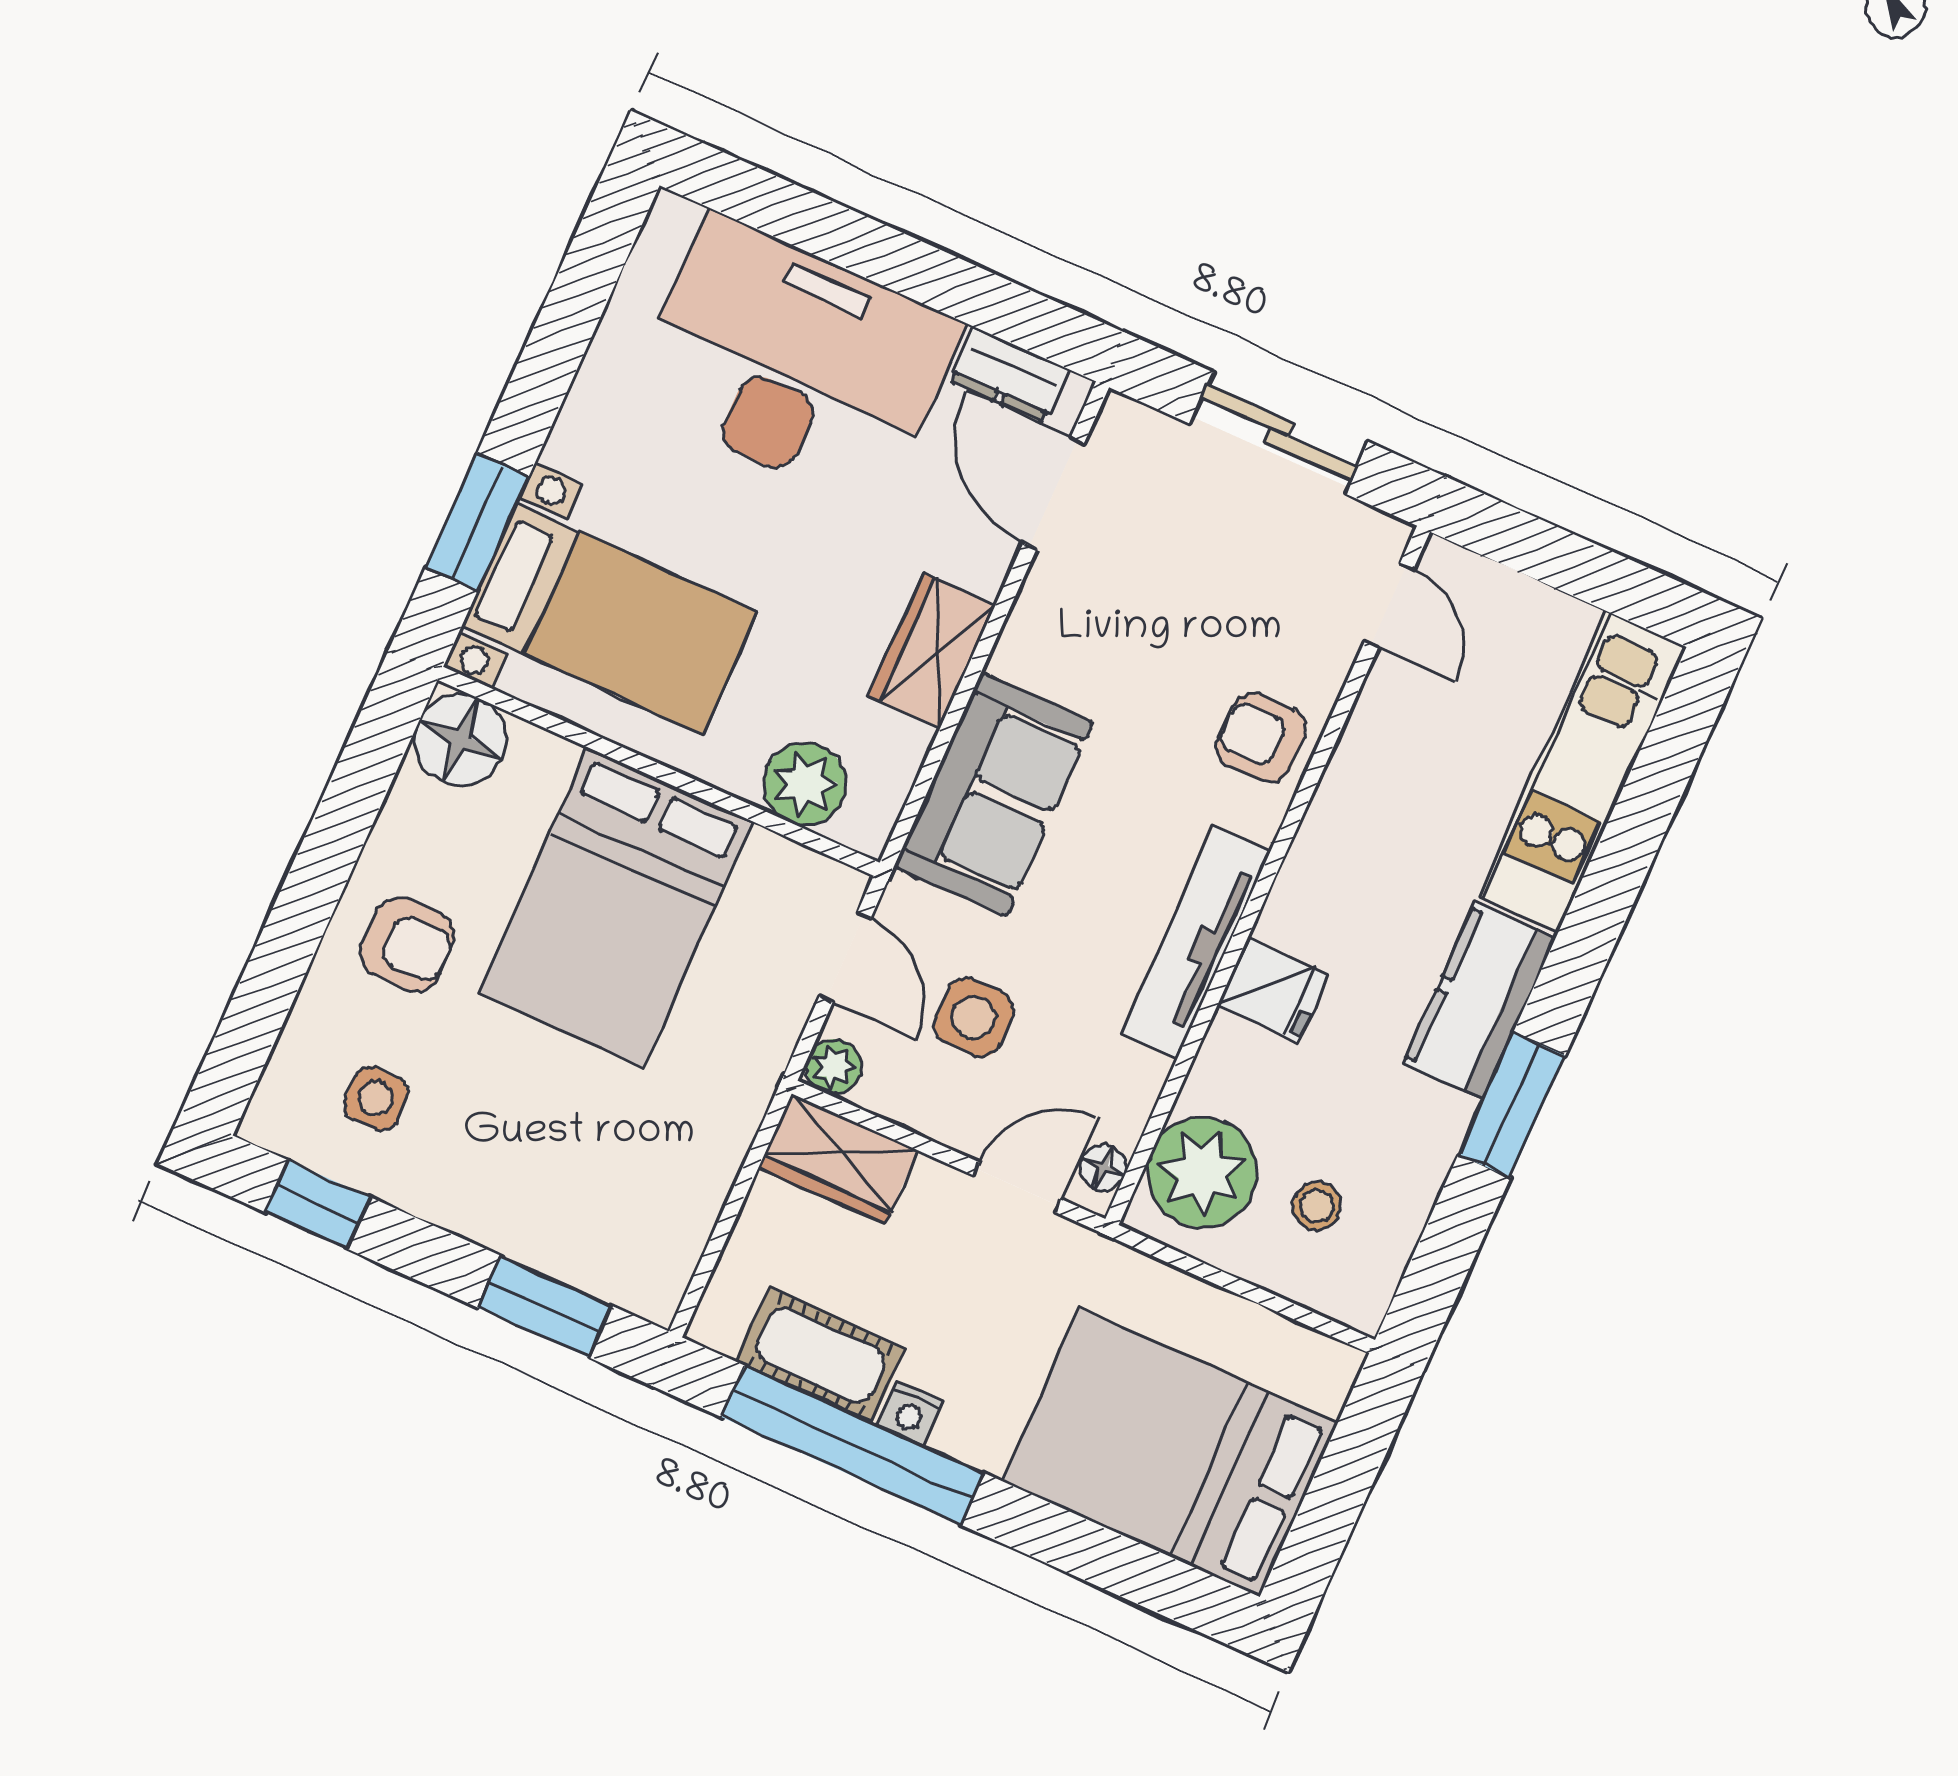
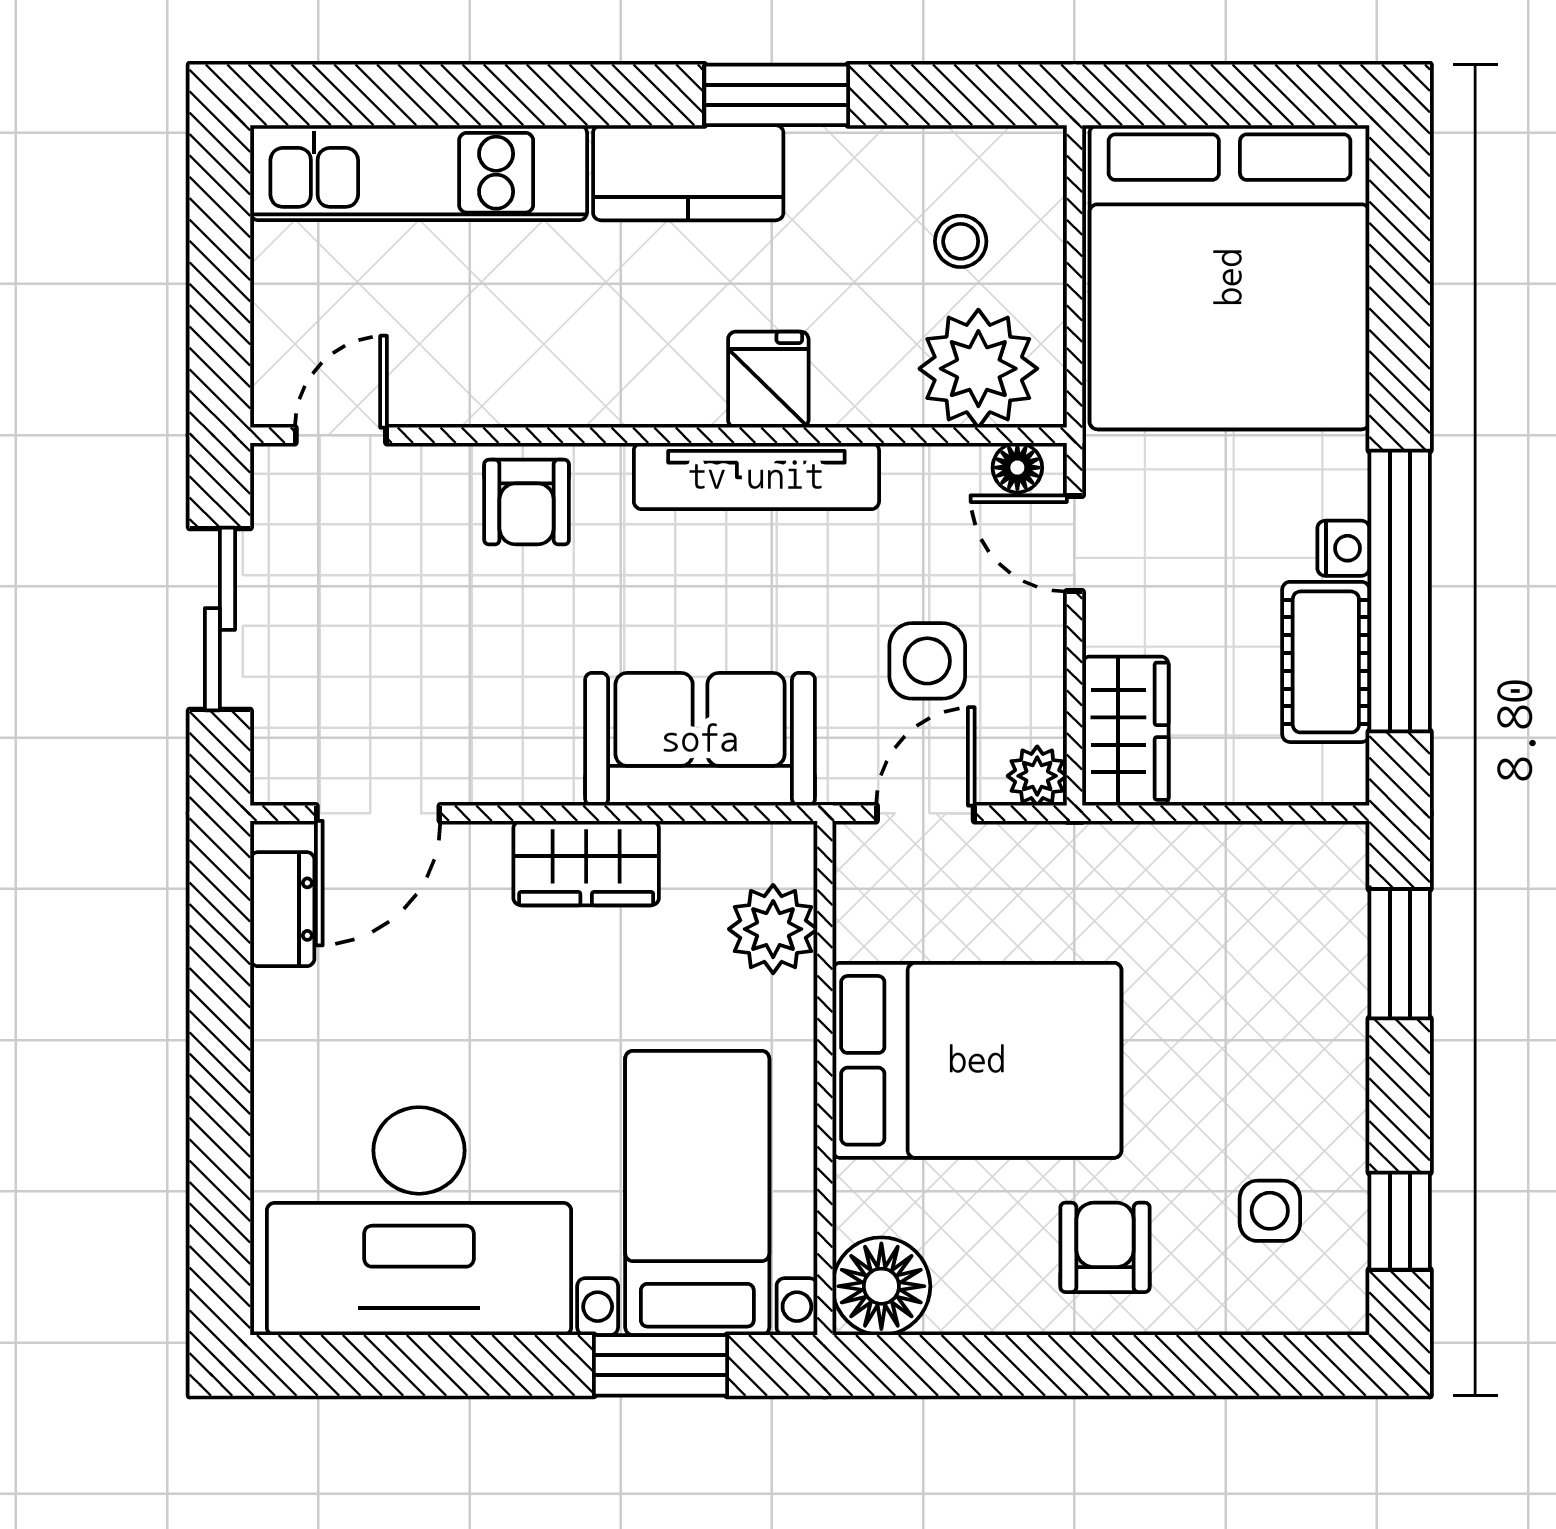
desk: (795, 362) -> (419, 1221), moved, turned -90
bed: (1170, 1452) -> (1229, 277), width x1.36

